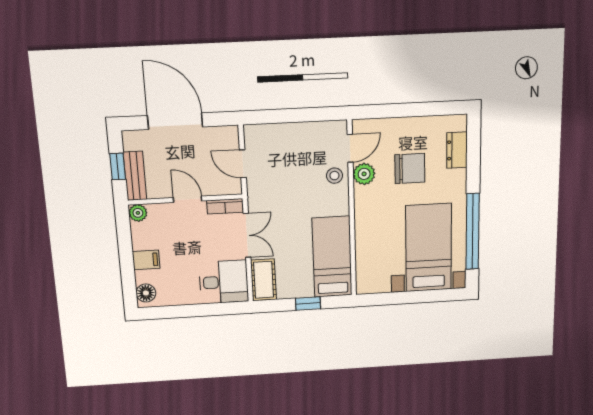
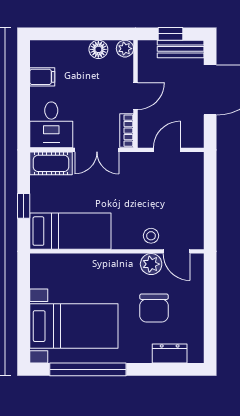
bench: (135, 176) -> (181, 49), moved
filing cabinet: (146, 260) -> (42, 77), moved, turned -90
floor lamp: (146, 293) -> (98, 49), moved

